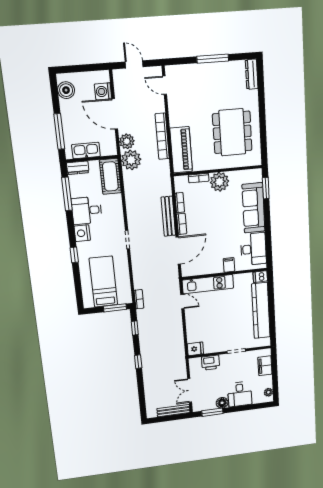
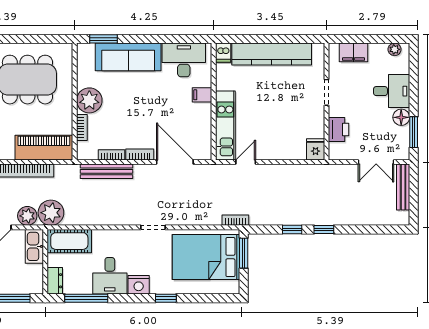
kitchen sink: (86, 151) -> (34, 246), moved
bench: (168, 216) -> (107, 171), moved
bed: (103, 282) -> (206, 257), width x1.50
window: (135, 328) -> (292, 230), moved

